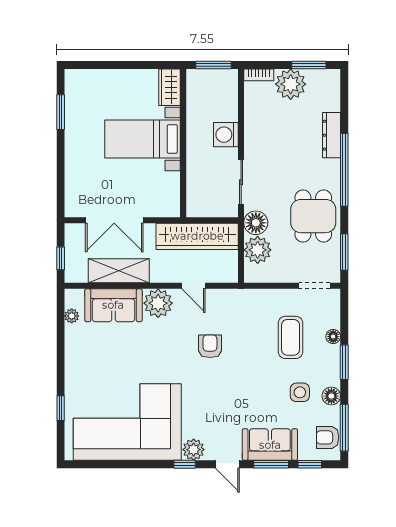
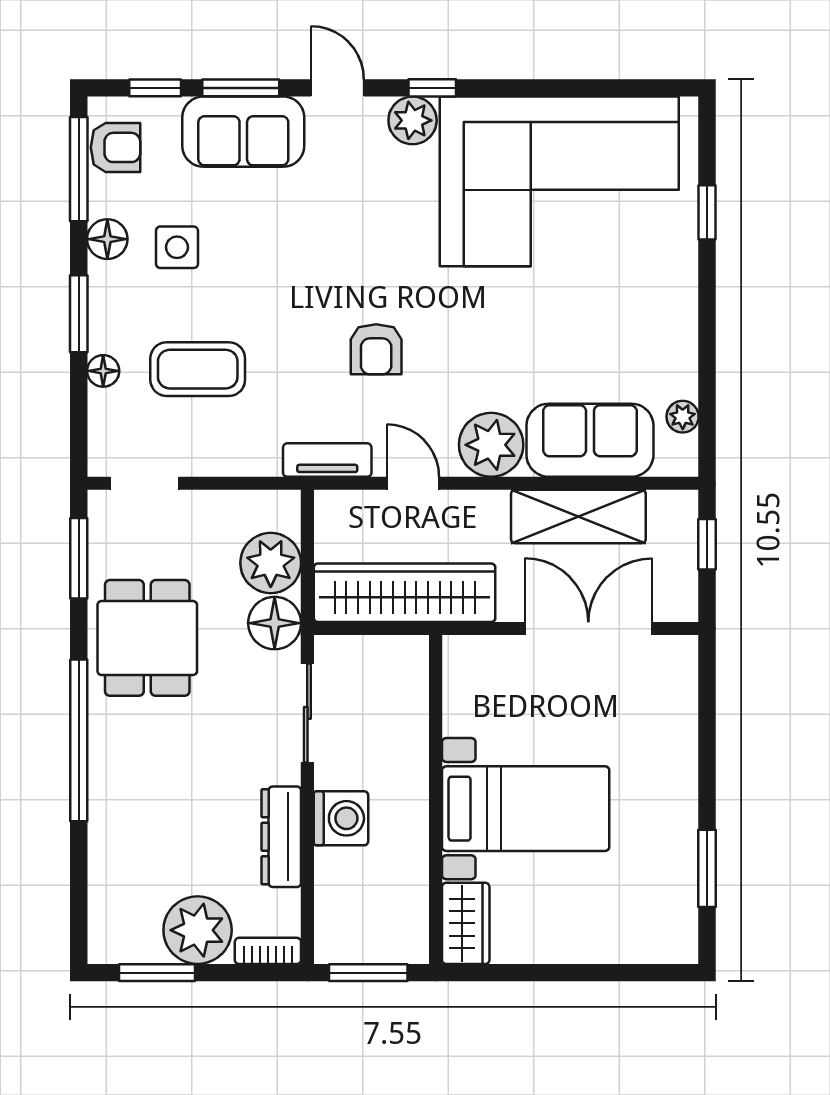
dresser: (331, 135) -> (281, 837), moved, turned 180
tv unit: (232, 296) -> (327, 460), added
coffee table: (291, 337) -> (198, 369), turned 90

